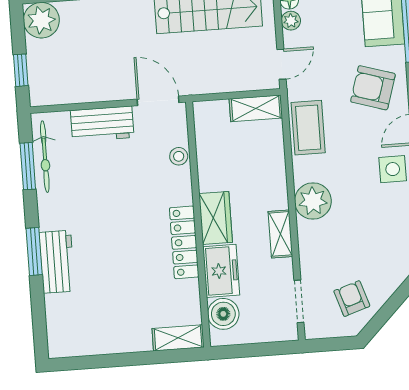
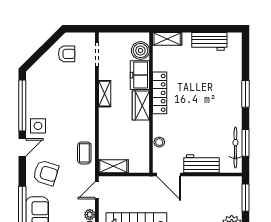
window: (21, 70) -> (246, 198), width x1.50
coffee table: (308, 128) -> (84, 153), width x0.73, depth x0.77
plant: (313, 201) -> (85, 111), removed
workbench: (57, 262) -> (209, 41), moved, turned -90
armchair: (352, 299) -> (67, 54), turned -72

